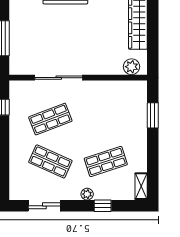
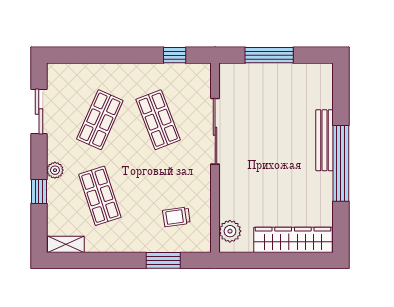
trolley: (121, 106) -> (176, 217), added

